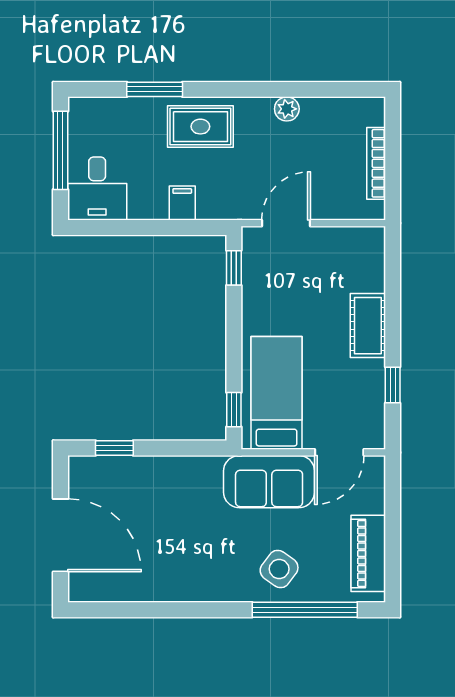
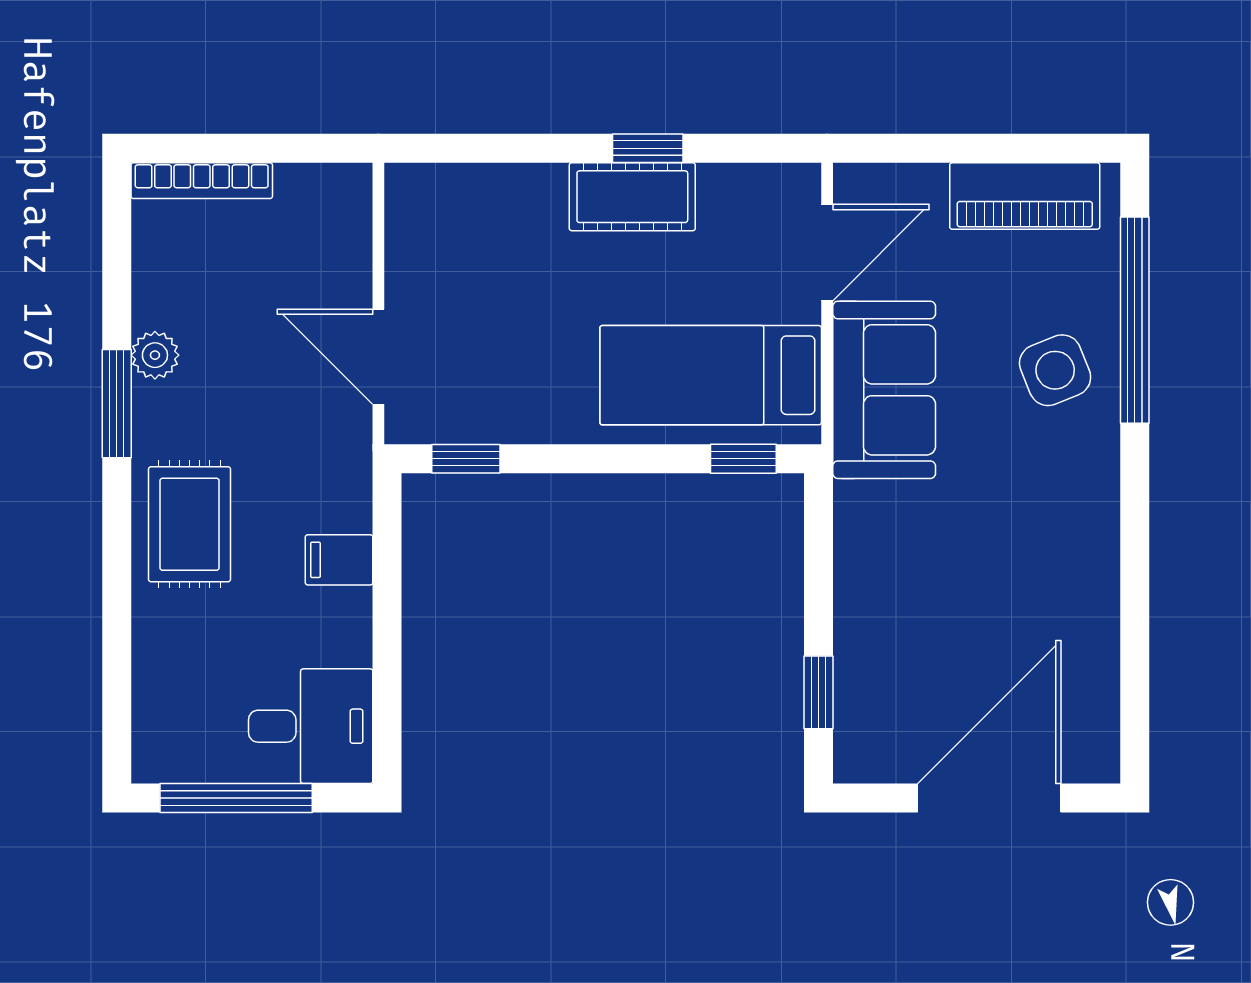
window: (155, 89) -> (117, 404), moved
bookcase: (376, 163) -> (202, 181), moved
cot: (368, 326) -> (632, 197), moved
window: (393, 385) -> (648, 148), moved
door: (339, 452) -> (827, 253), hinge flipped
side table: (279, 569) -> (1055, 370), turned 32

